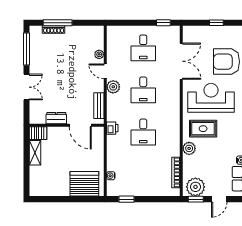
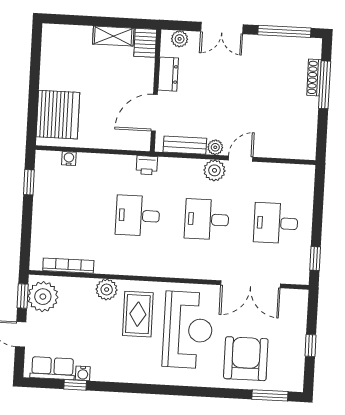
plant: (99, 54) -> (215, 147), moved
plant: (35, 112) -> (180, 39), added

